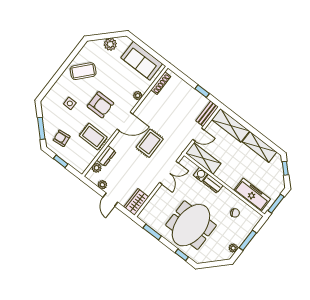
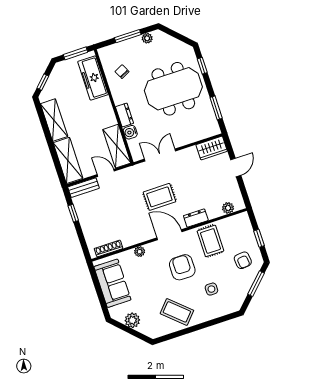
dresser: (106, 156) -> (196, 218), moved
plant: (102, 185) -> (234, 187), removed

